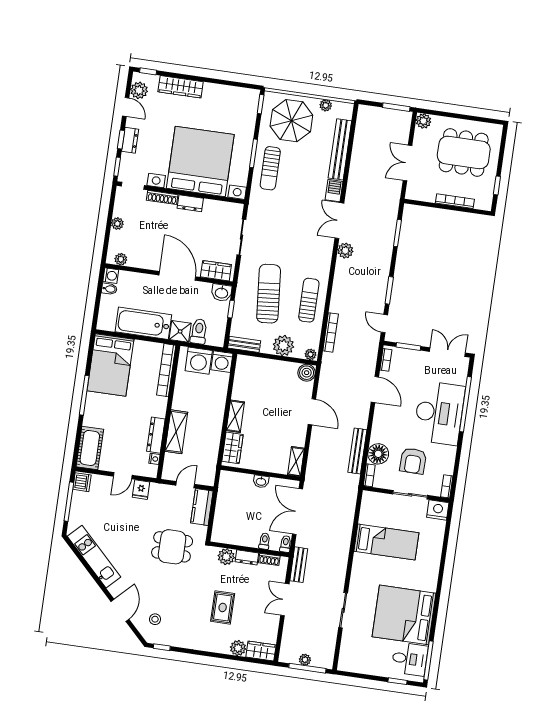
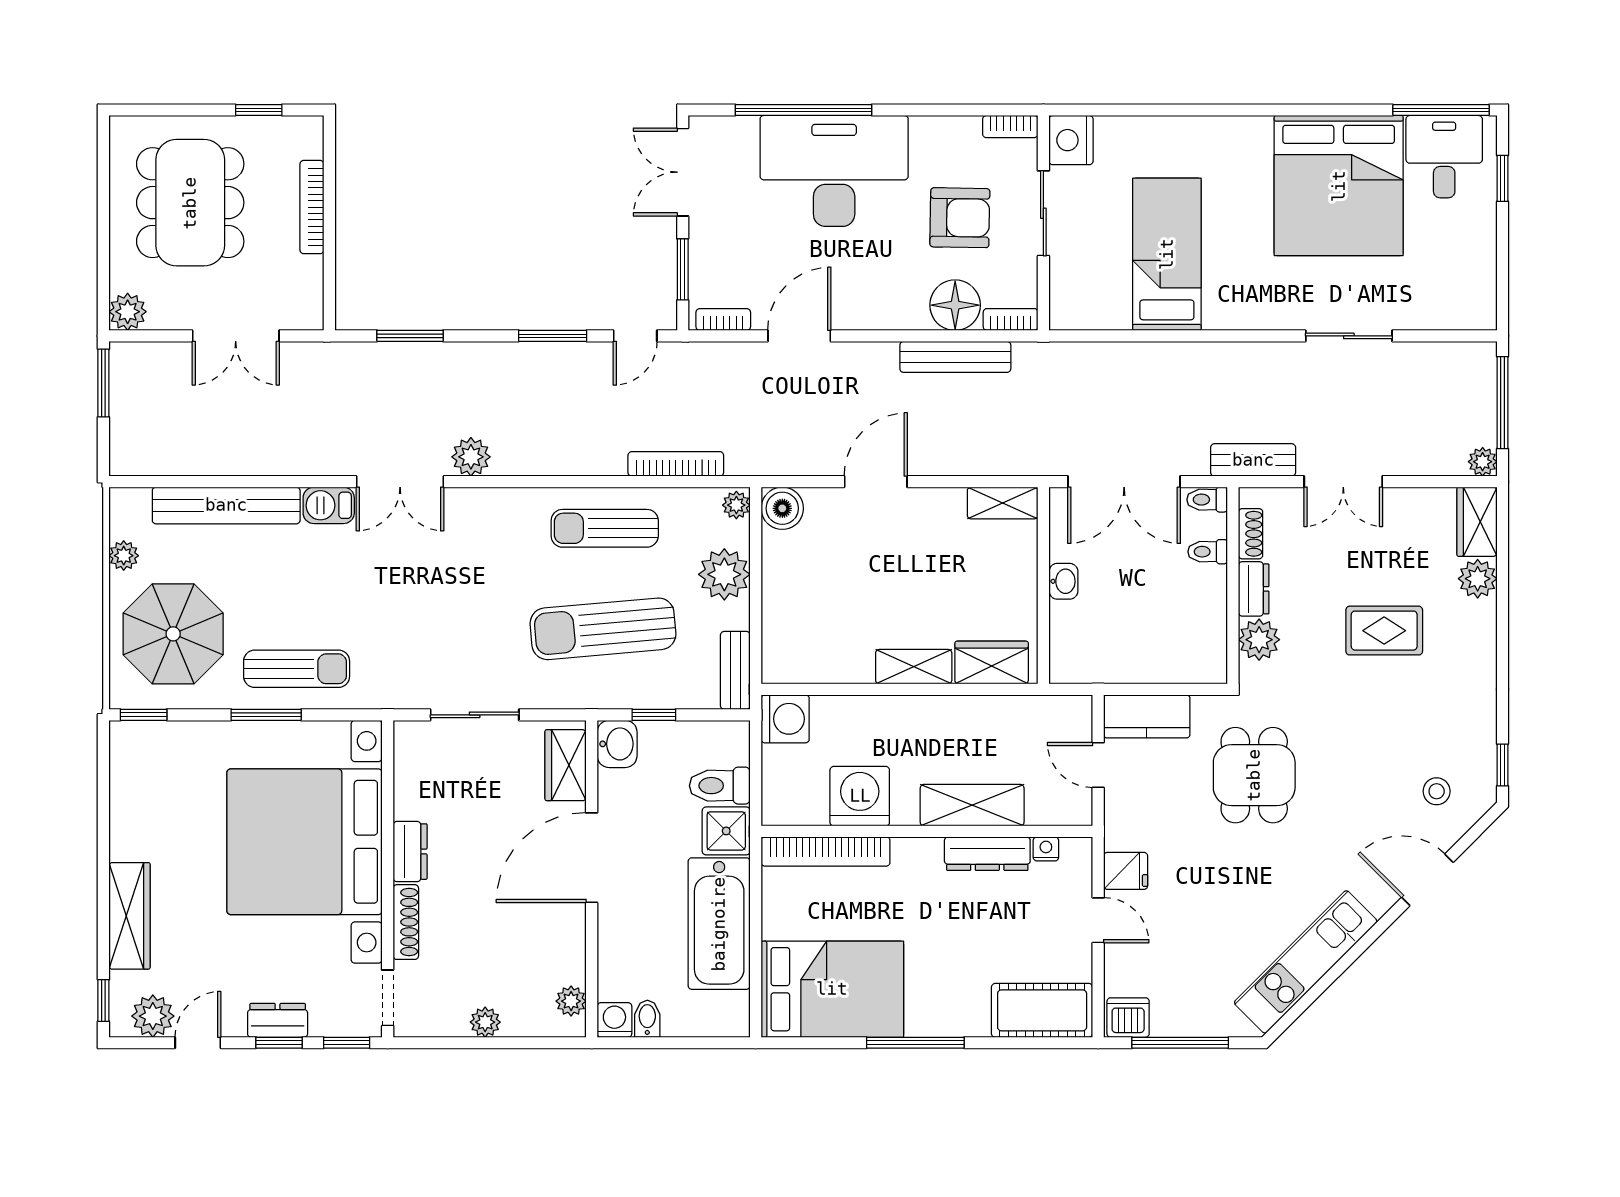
washing machine: (199, 361) -> (860, 796), moved, turned -90
plant: (305, 660) -> (1483, 462), moved

